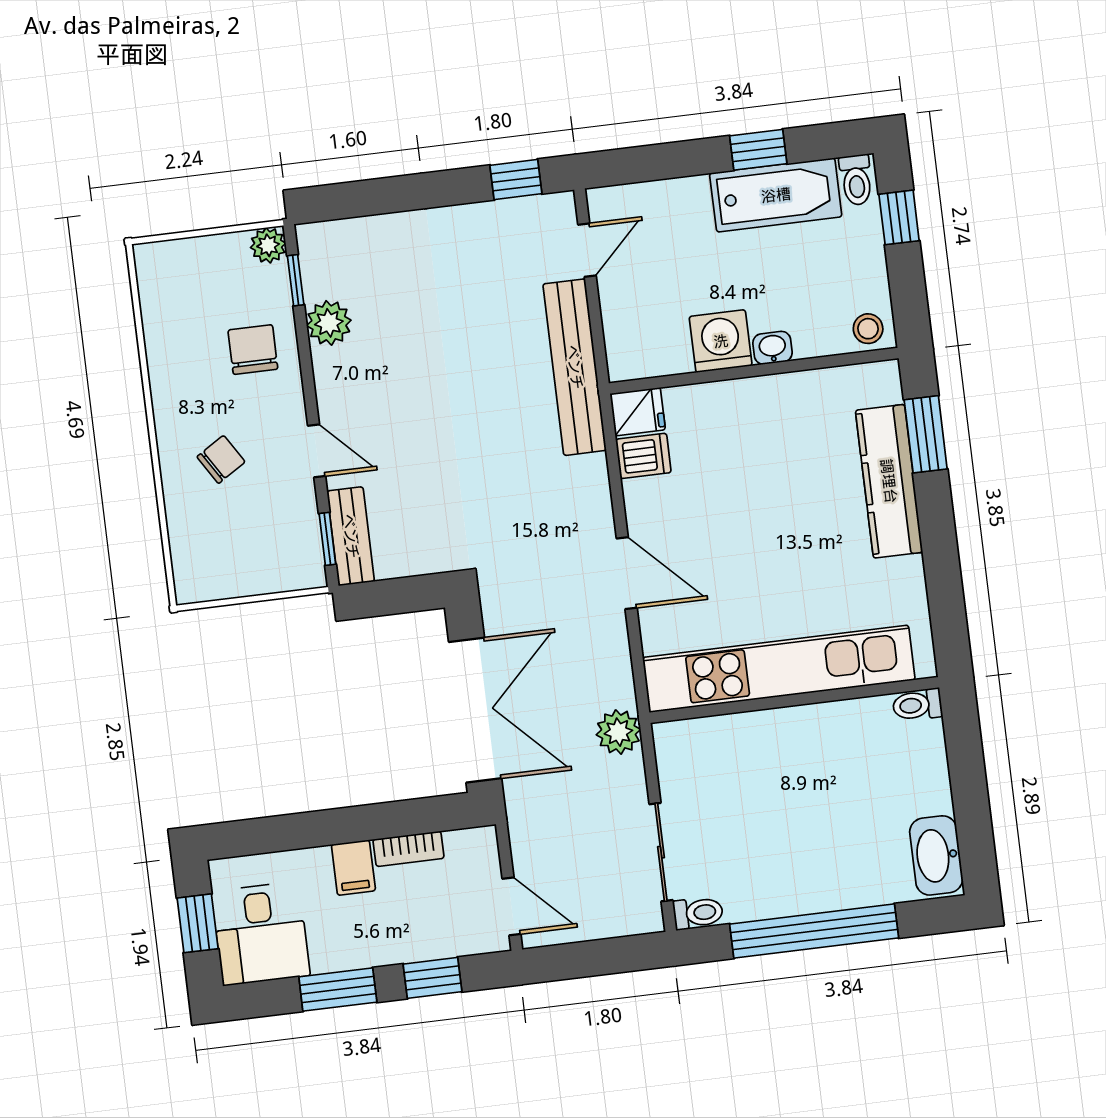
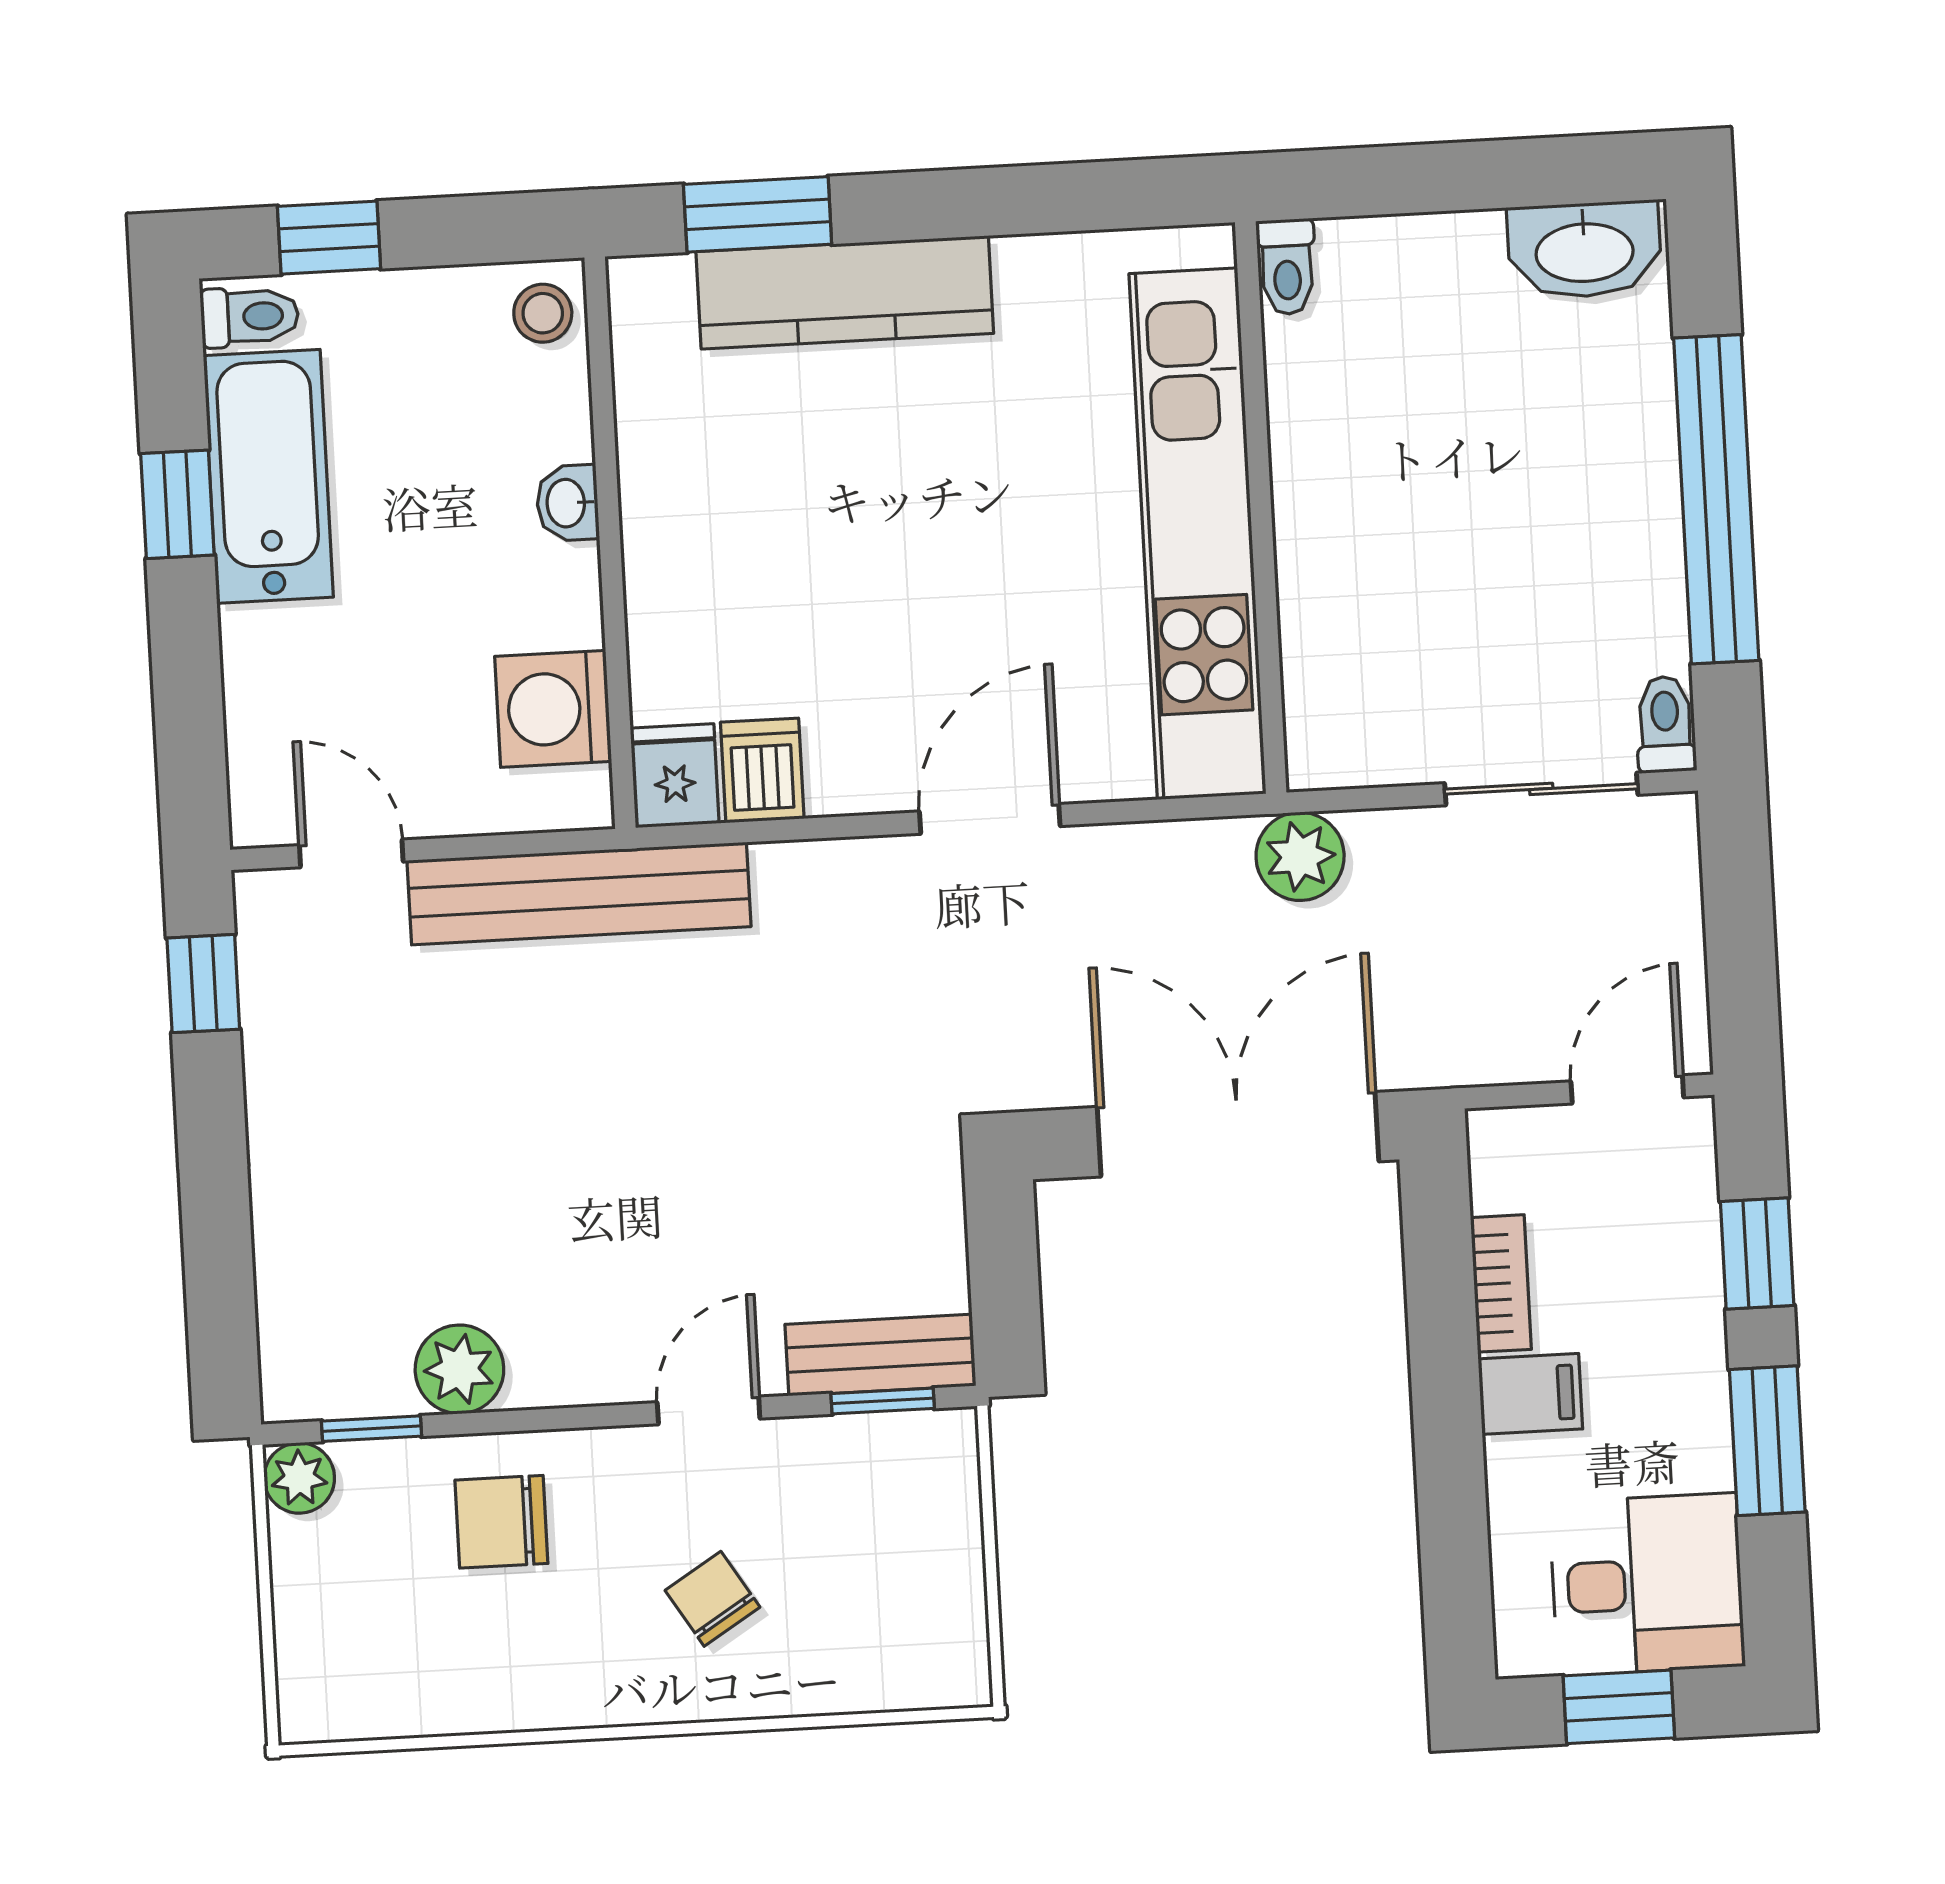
washing machine: (721, 341) -> (553, 709), moved

